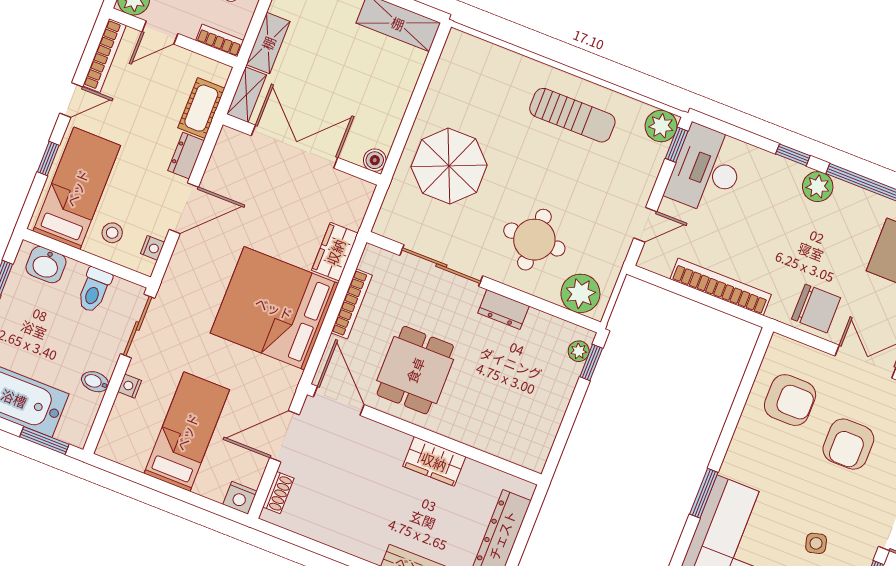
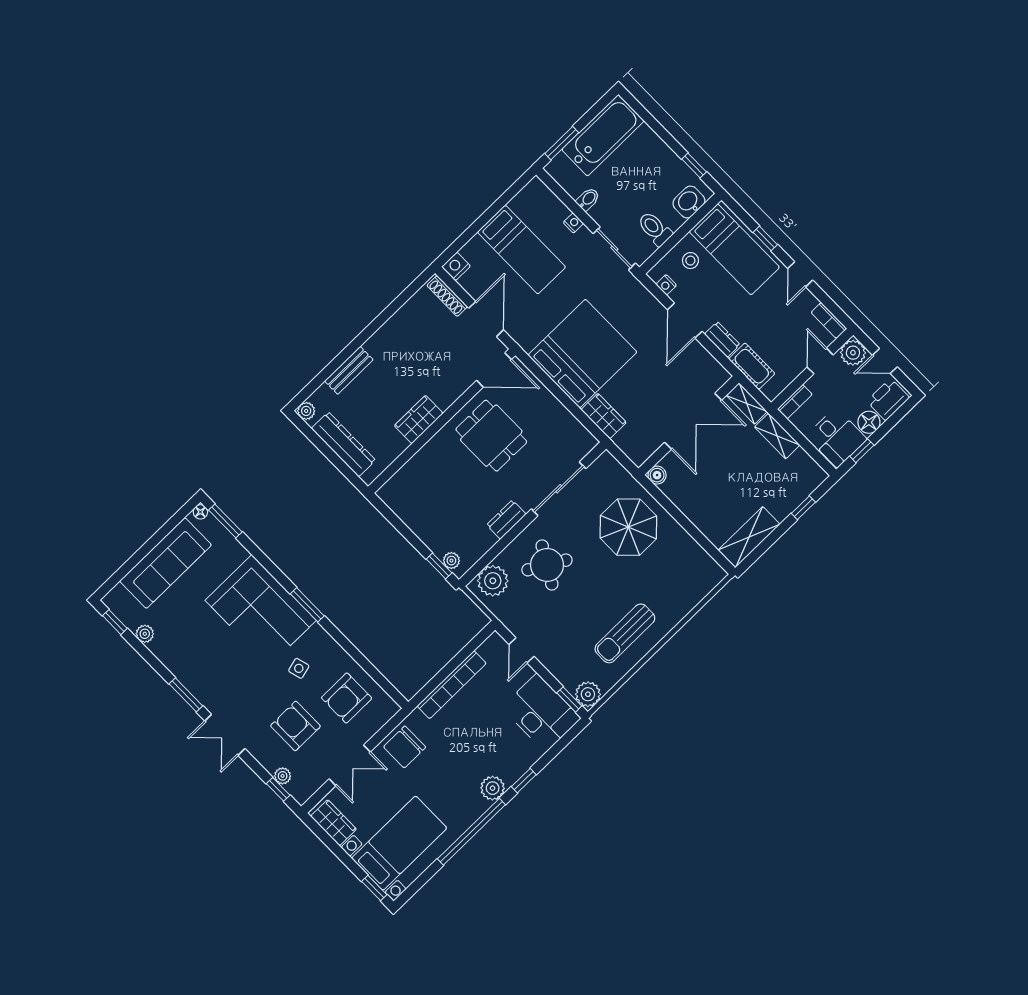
bookcase: (104, 56) -> (829, 320), width x0.64
round table: (534, 240) -> (547, 565), turned 30
bookcase: (352, 304) -> (560, 411), removed
shoe rack: (278, 493) -> (447, 296), width x1.43
side table: (816, 543) -> (299, 668), moved

